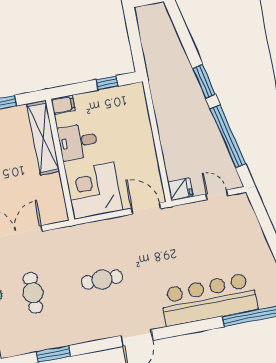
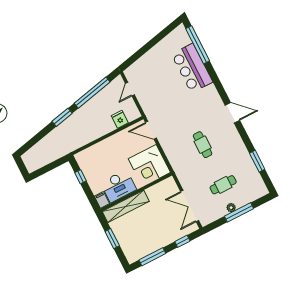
desk: (78, 142) -> (118, 186), width x1.37
fridge: (180, 189) -> (120, 119), moved
door: (146, 208) -> (151, 130), hinge flipped
bar counter: (209, 299) -> (192, 68), width x0.73

